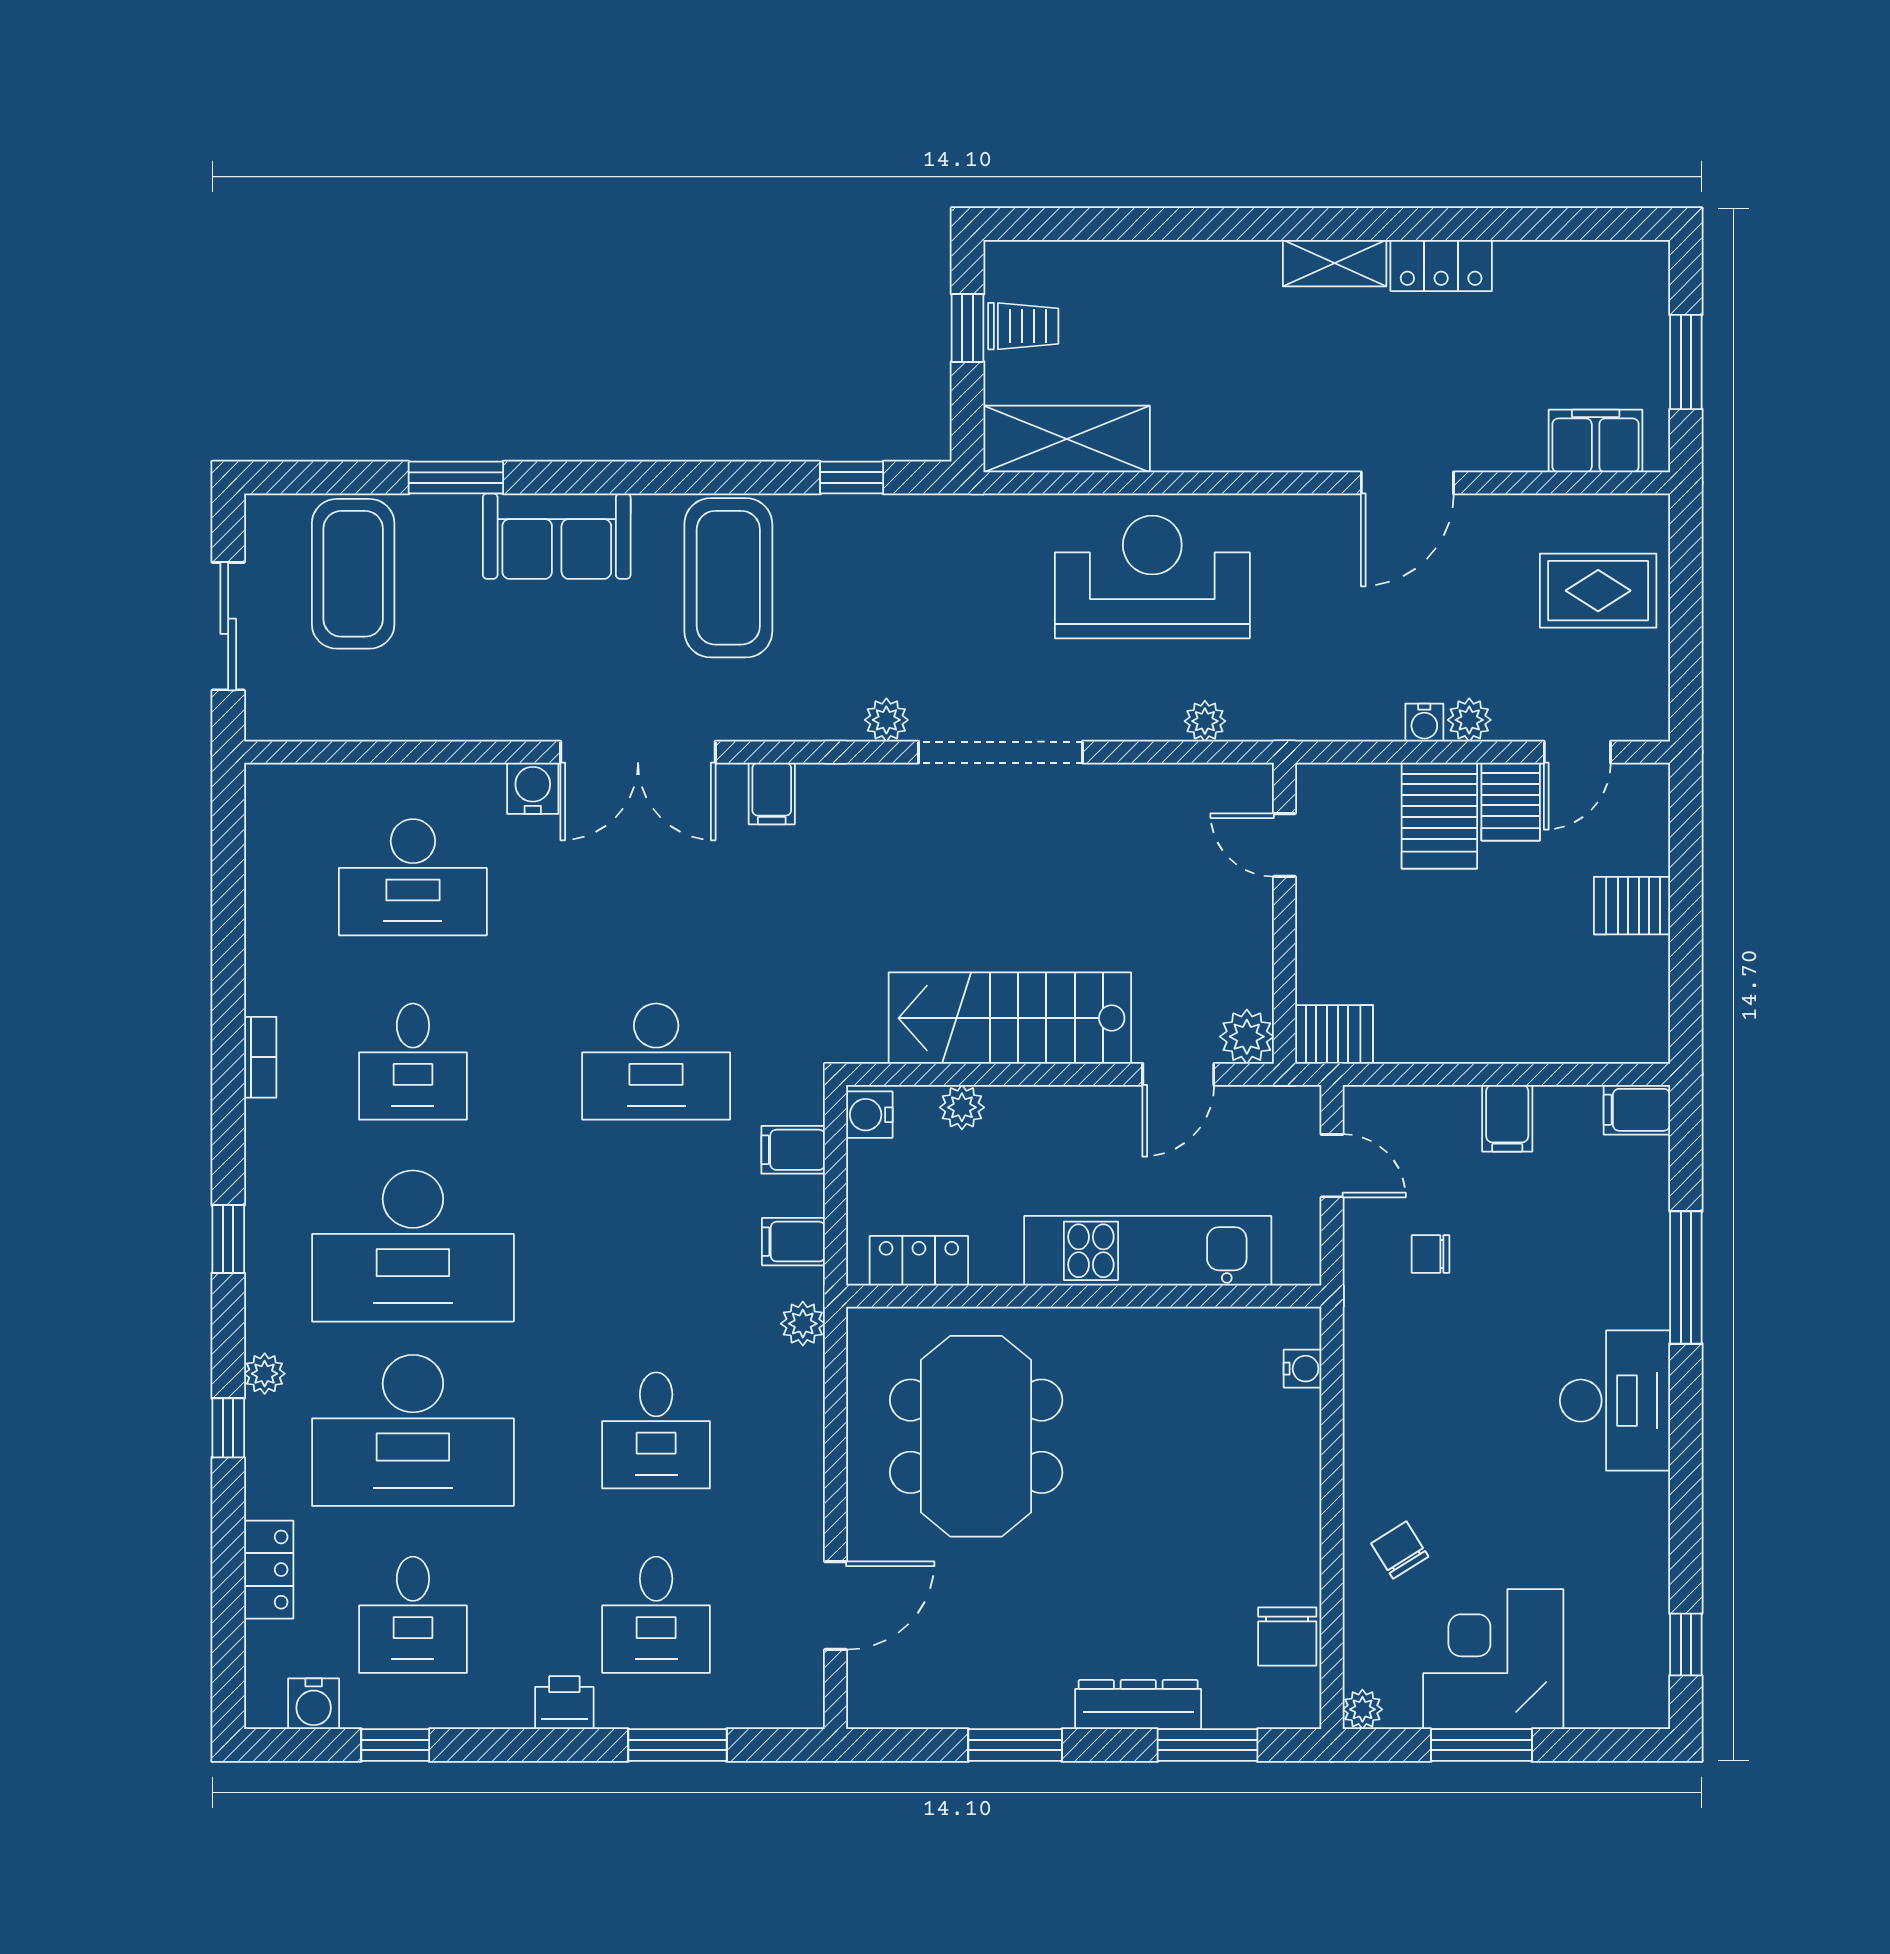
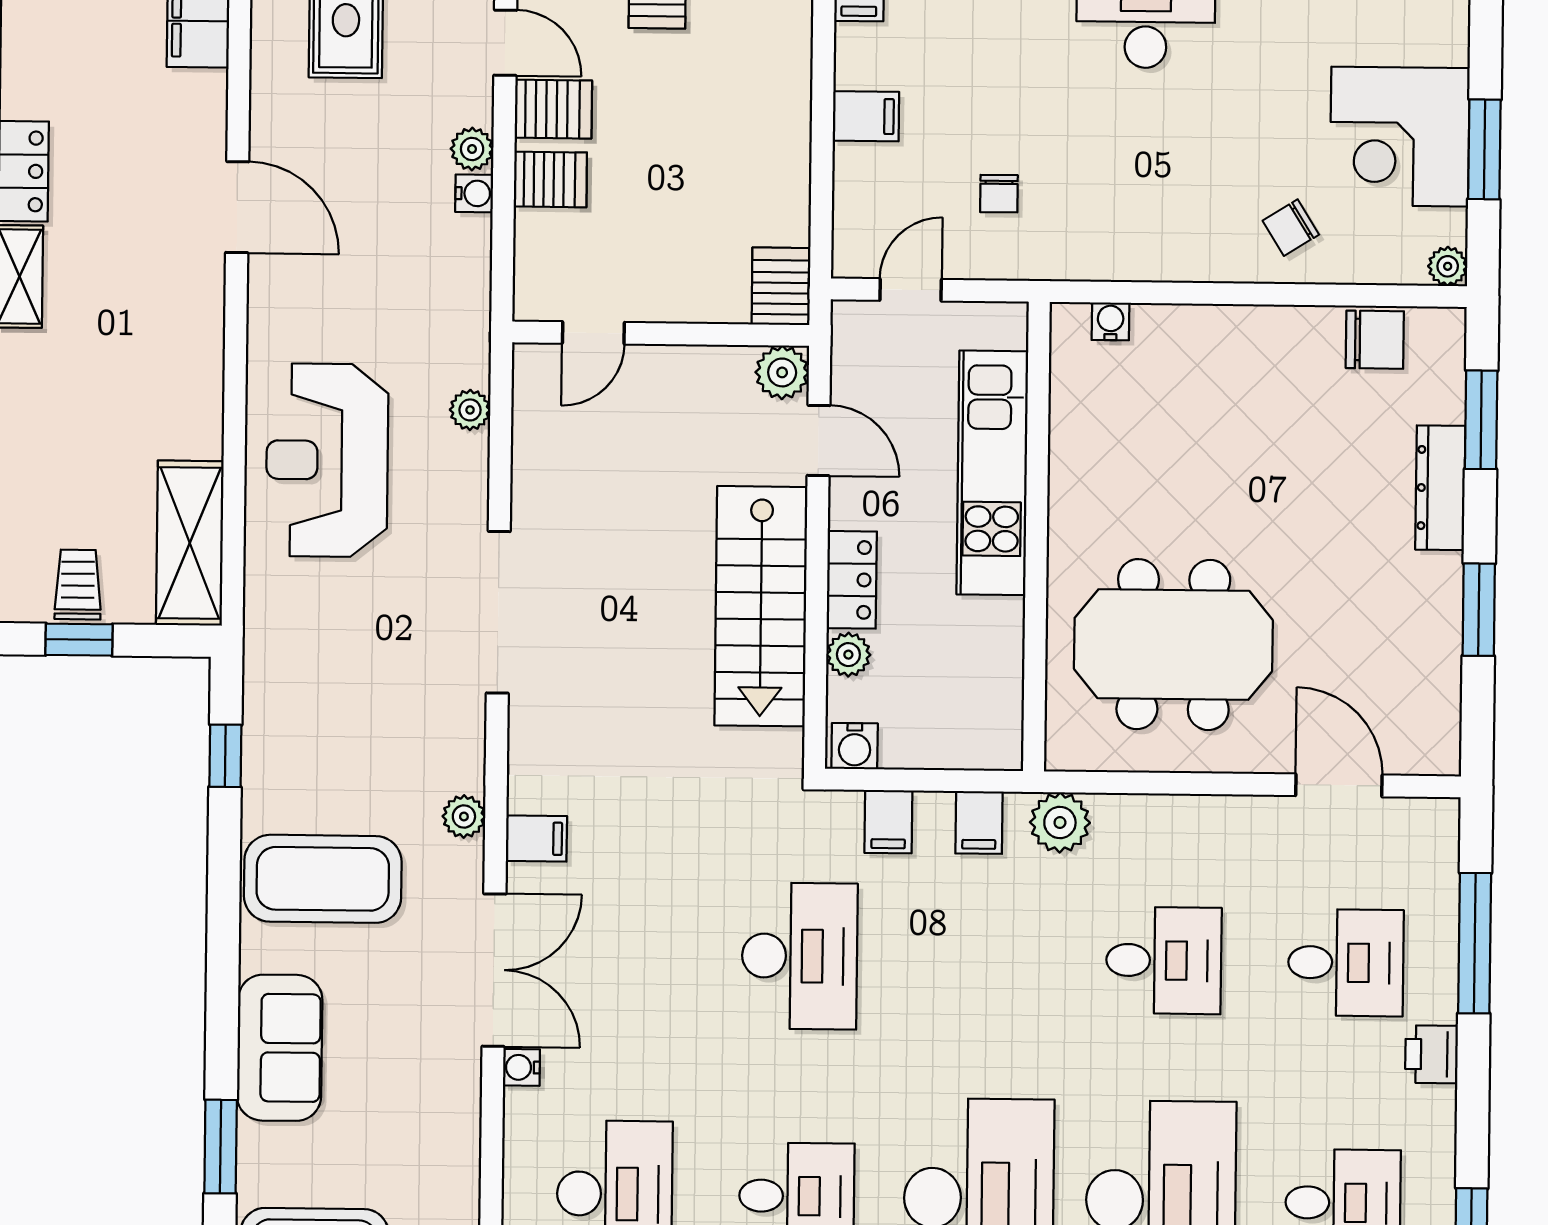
plant: (886, 720) -> (464, 817), moved
water cooler: (533, 788) -> (521, 1067), width x0.72, depth x0.72
server rack: (1439, 816) -> (550, 179), width x0.73, depth x0.70
locker: (919, 1261) -> (852, 580), moved, turned 180
plant: (803, 1324) -> (1060, 822), width x1.38, depth x1.38
window: (677, 1745) -> (1475, 943), width x1.44

